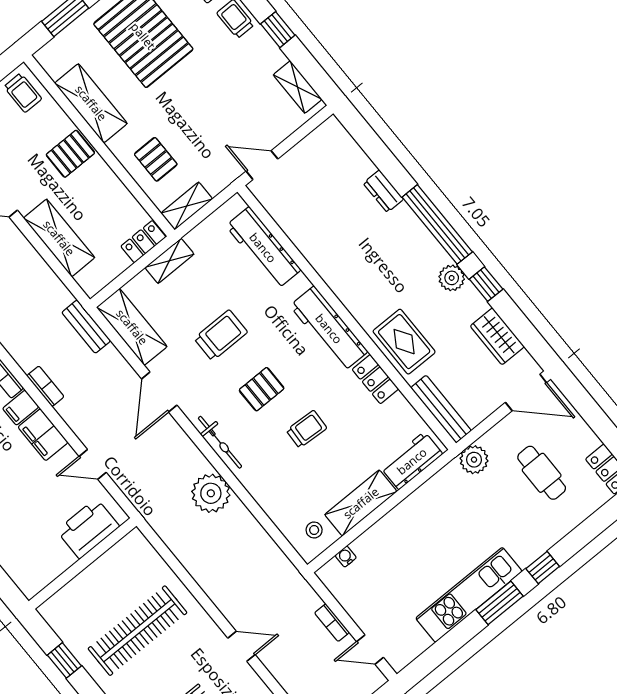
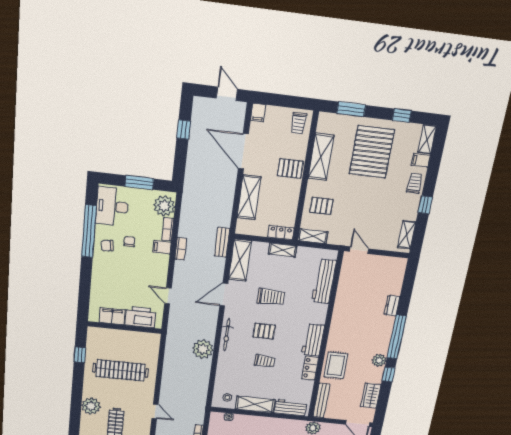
pallet: (156, 159) -> (321, 206), turned 90
workbench: (329, 329) -> (313, 340), width x0.73
filing cabinet: (43, 435) -> (112, 316), moved, turned 90

